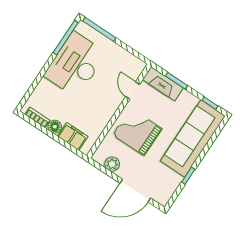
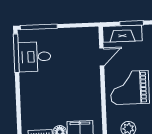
desk: (75, 64) -> (34, 57), width x0.53, depth x0.77
door: (133, 90) -> (102, 57), swing flipped

